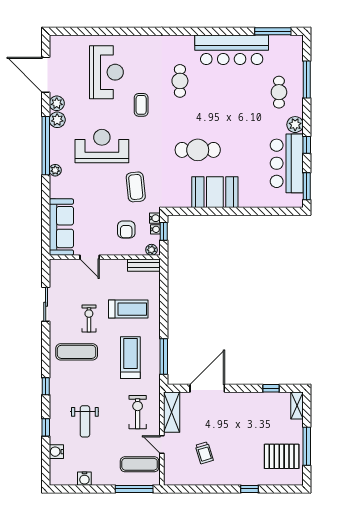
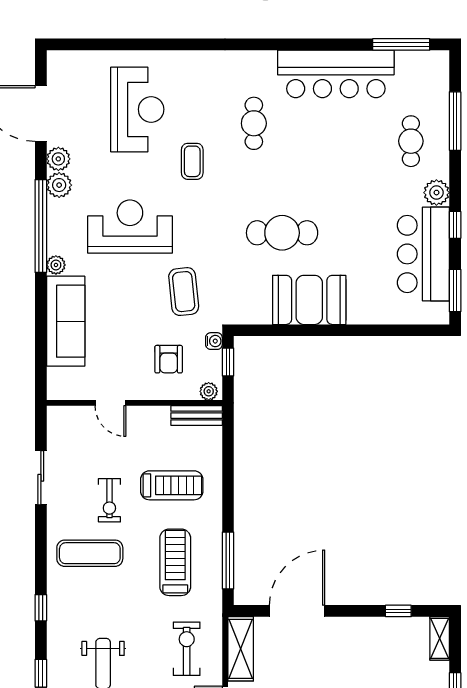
sofa: (61, 227) -> (66, 321), moved
water cooler: (155, 229) -> (215, 359), removed
exercise bike: (89, 318) -> (109, 500), turned 180

